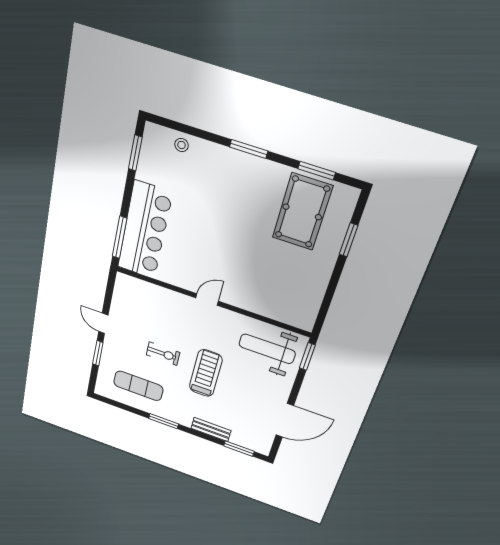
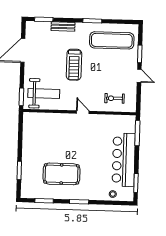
pool table: (302, 212) -> (61, 174), moved, turned 90
bar counter: (145, 230) -> (124, 160), moved
door: (207, 299) -> (83, 112), swing flipped
exercise bike: (163, 354) -> (115, 98), moved
exercise mat: (138, 386) -> (112, 40), width x1.36, depth x1.45

